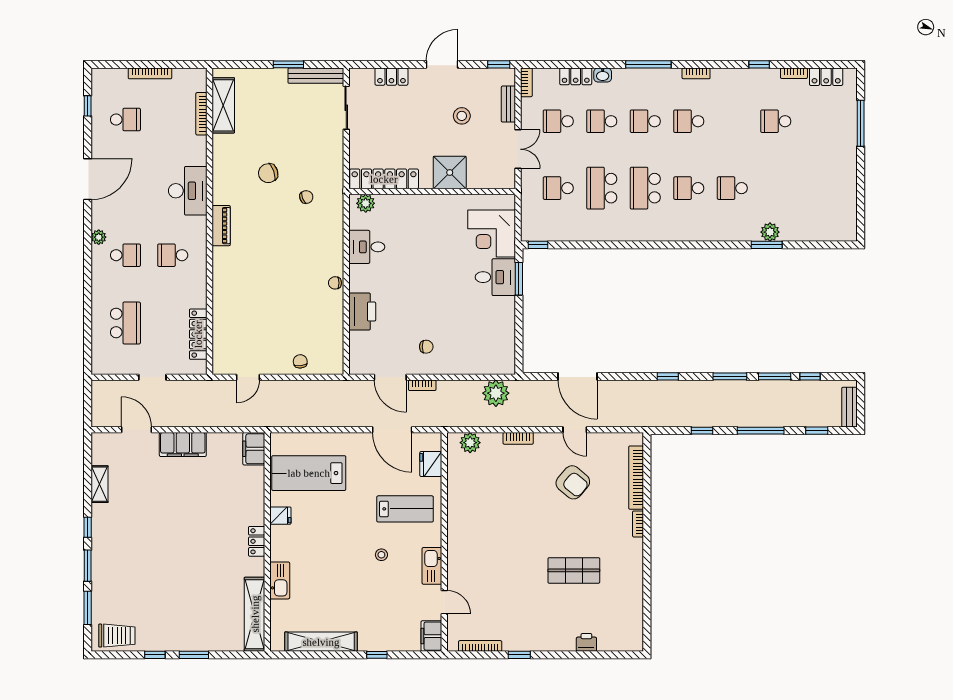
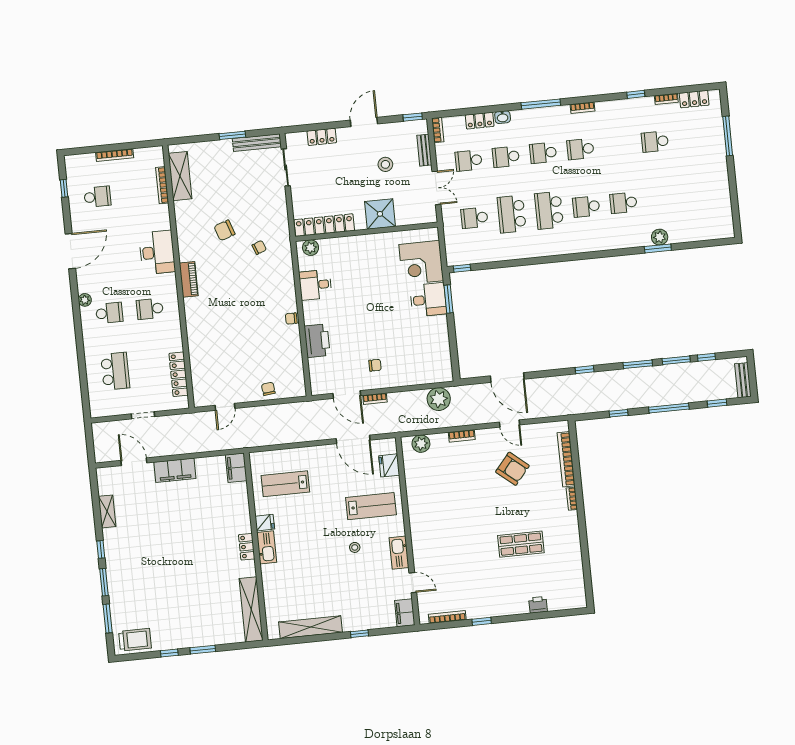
lab bench: (309, 473) -> (285, 484), width x0.73, depth x0.72
kitchen sink: (280, 580) -> (267, 547), moved

